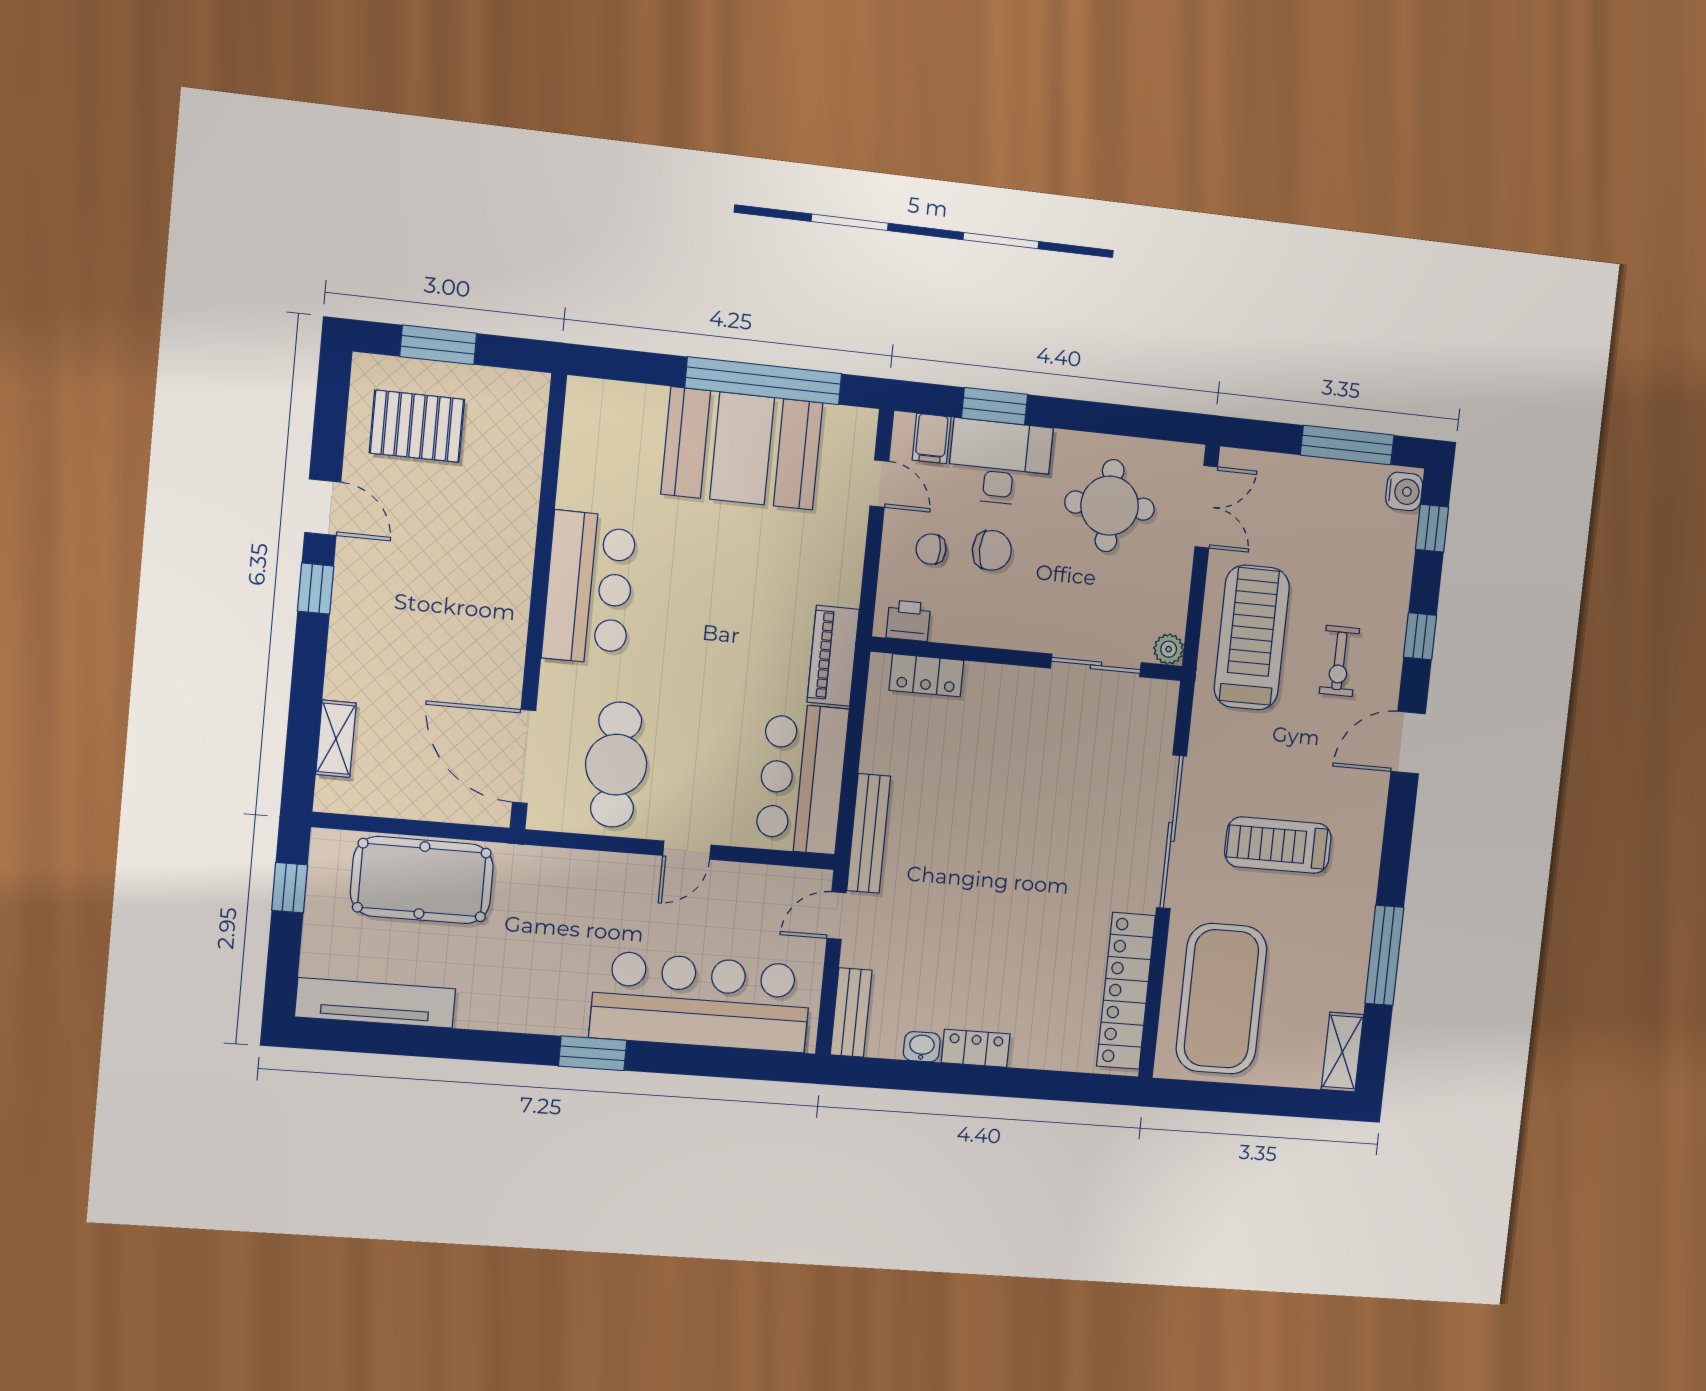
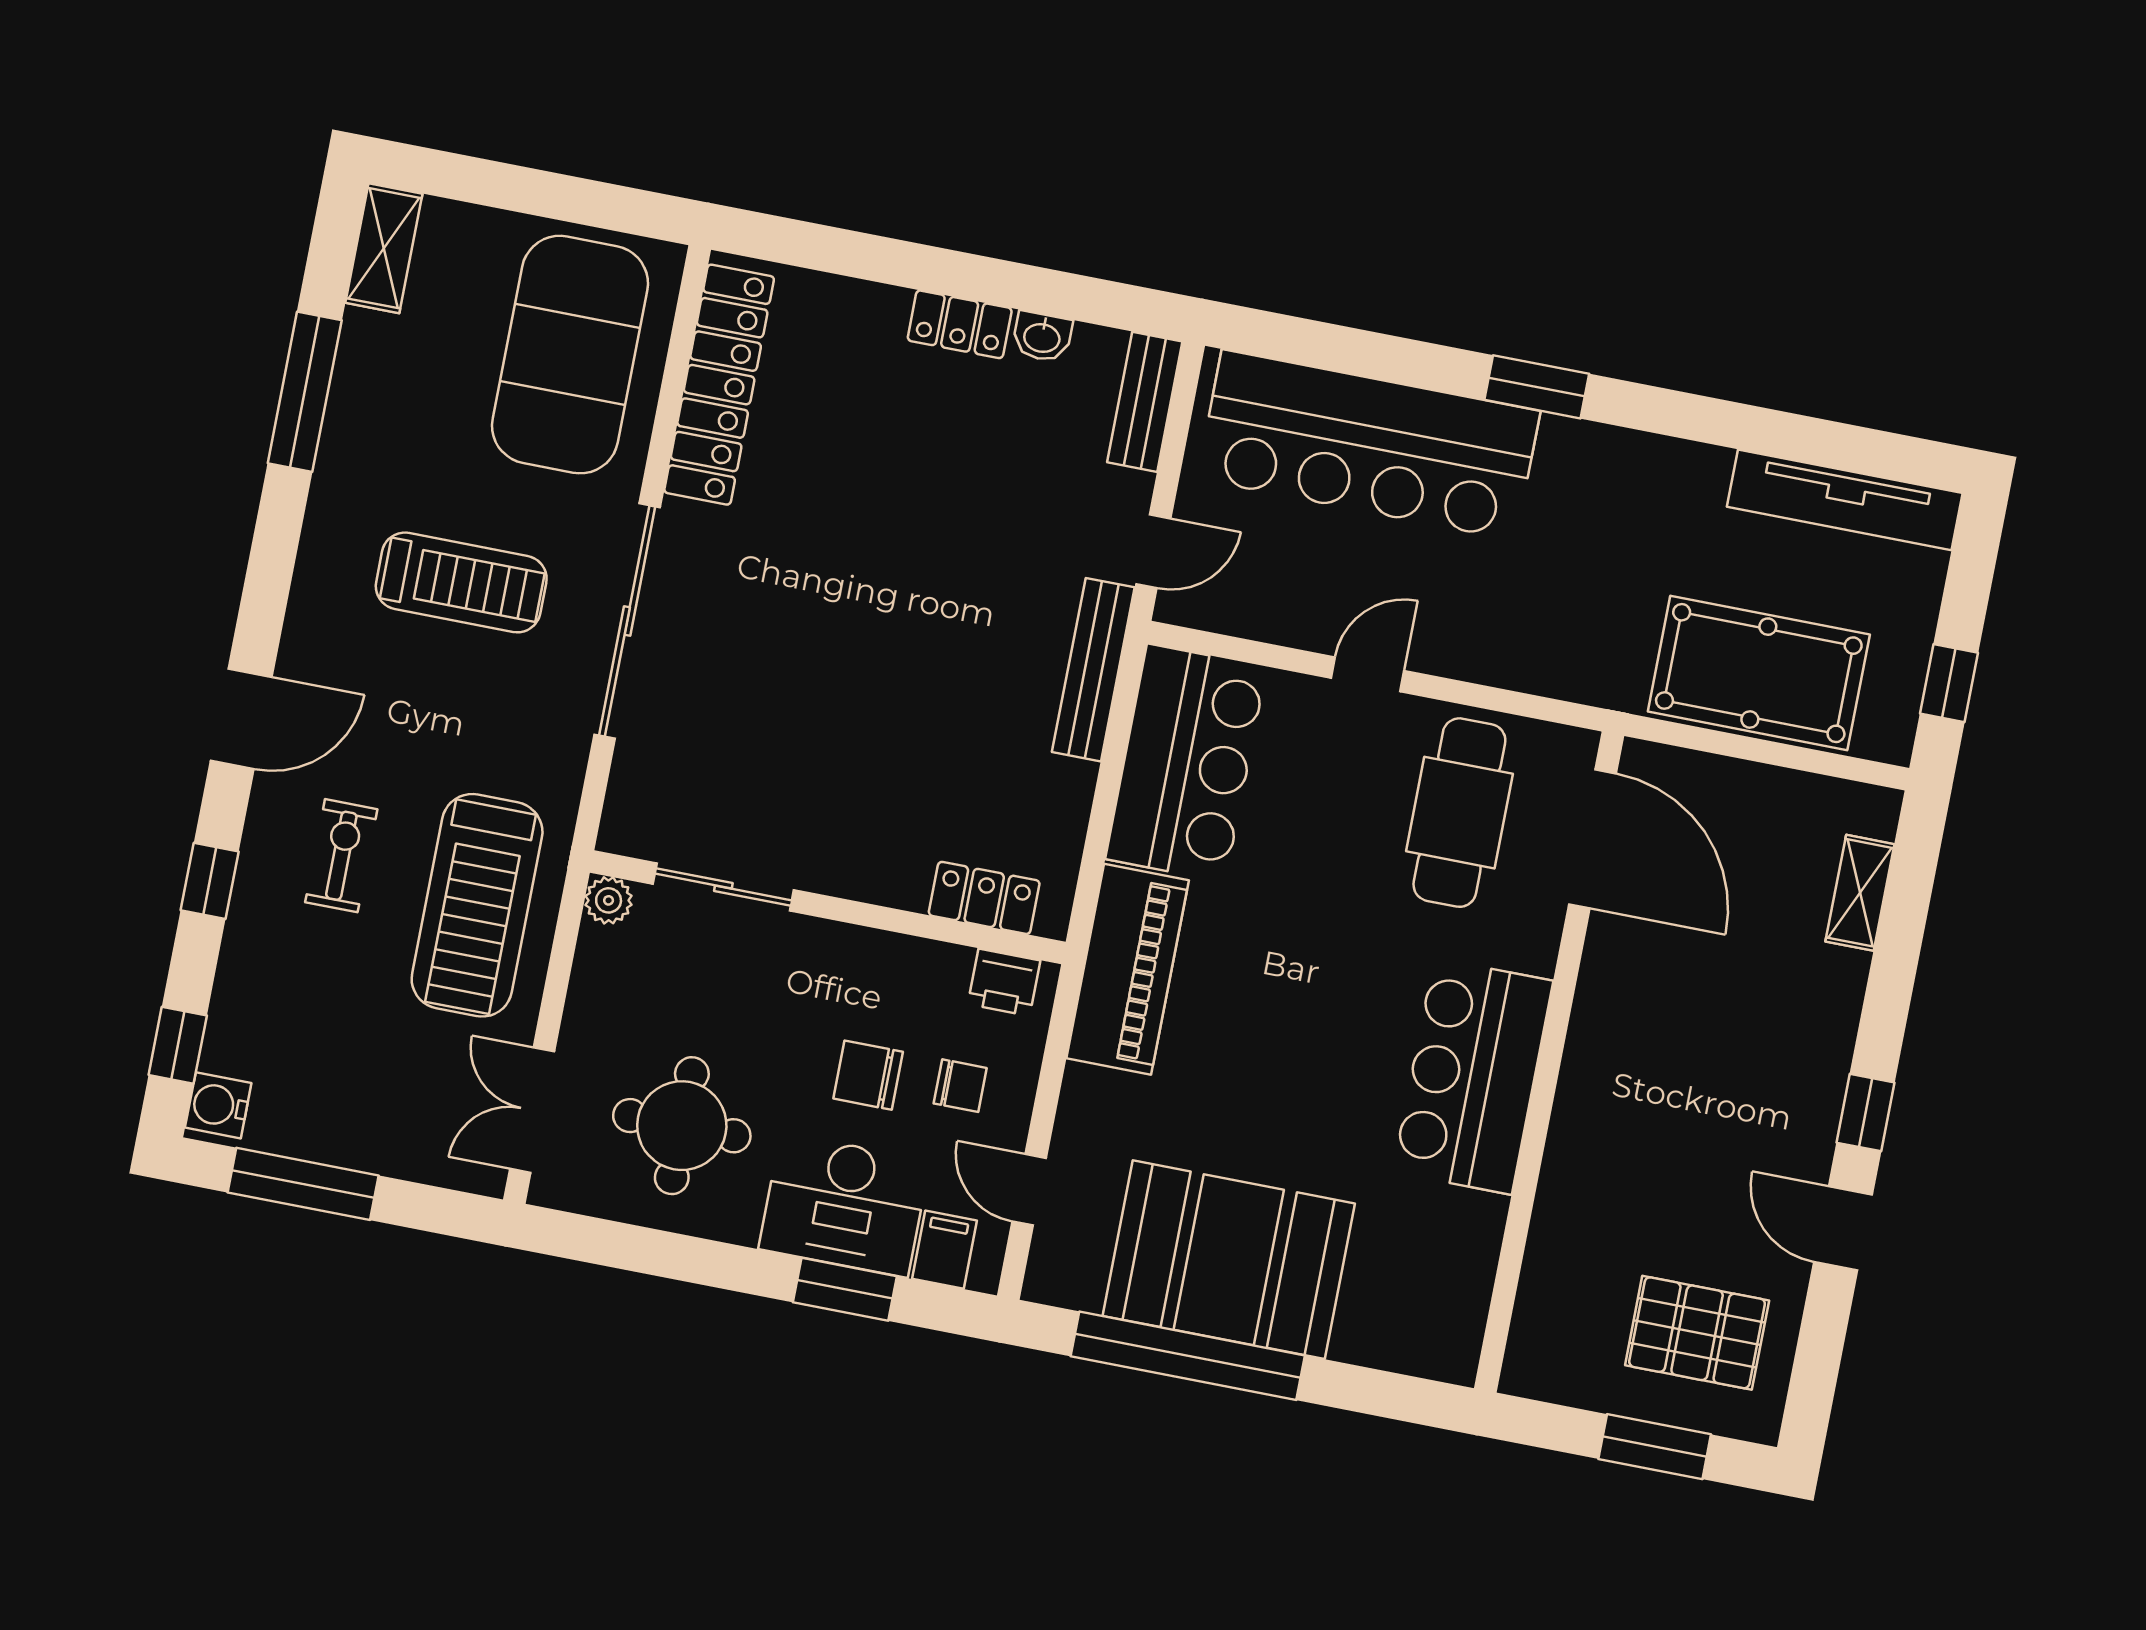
piano: (833, 656) -> (1128, 969), width x1.37, depth x1.33

